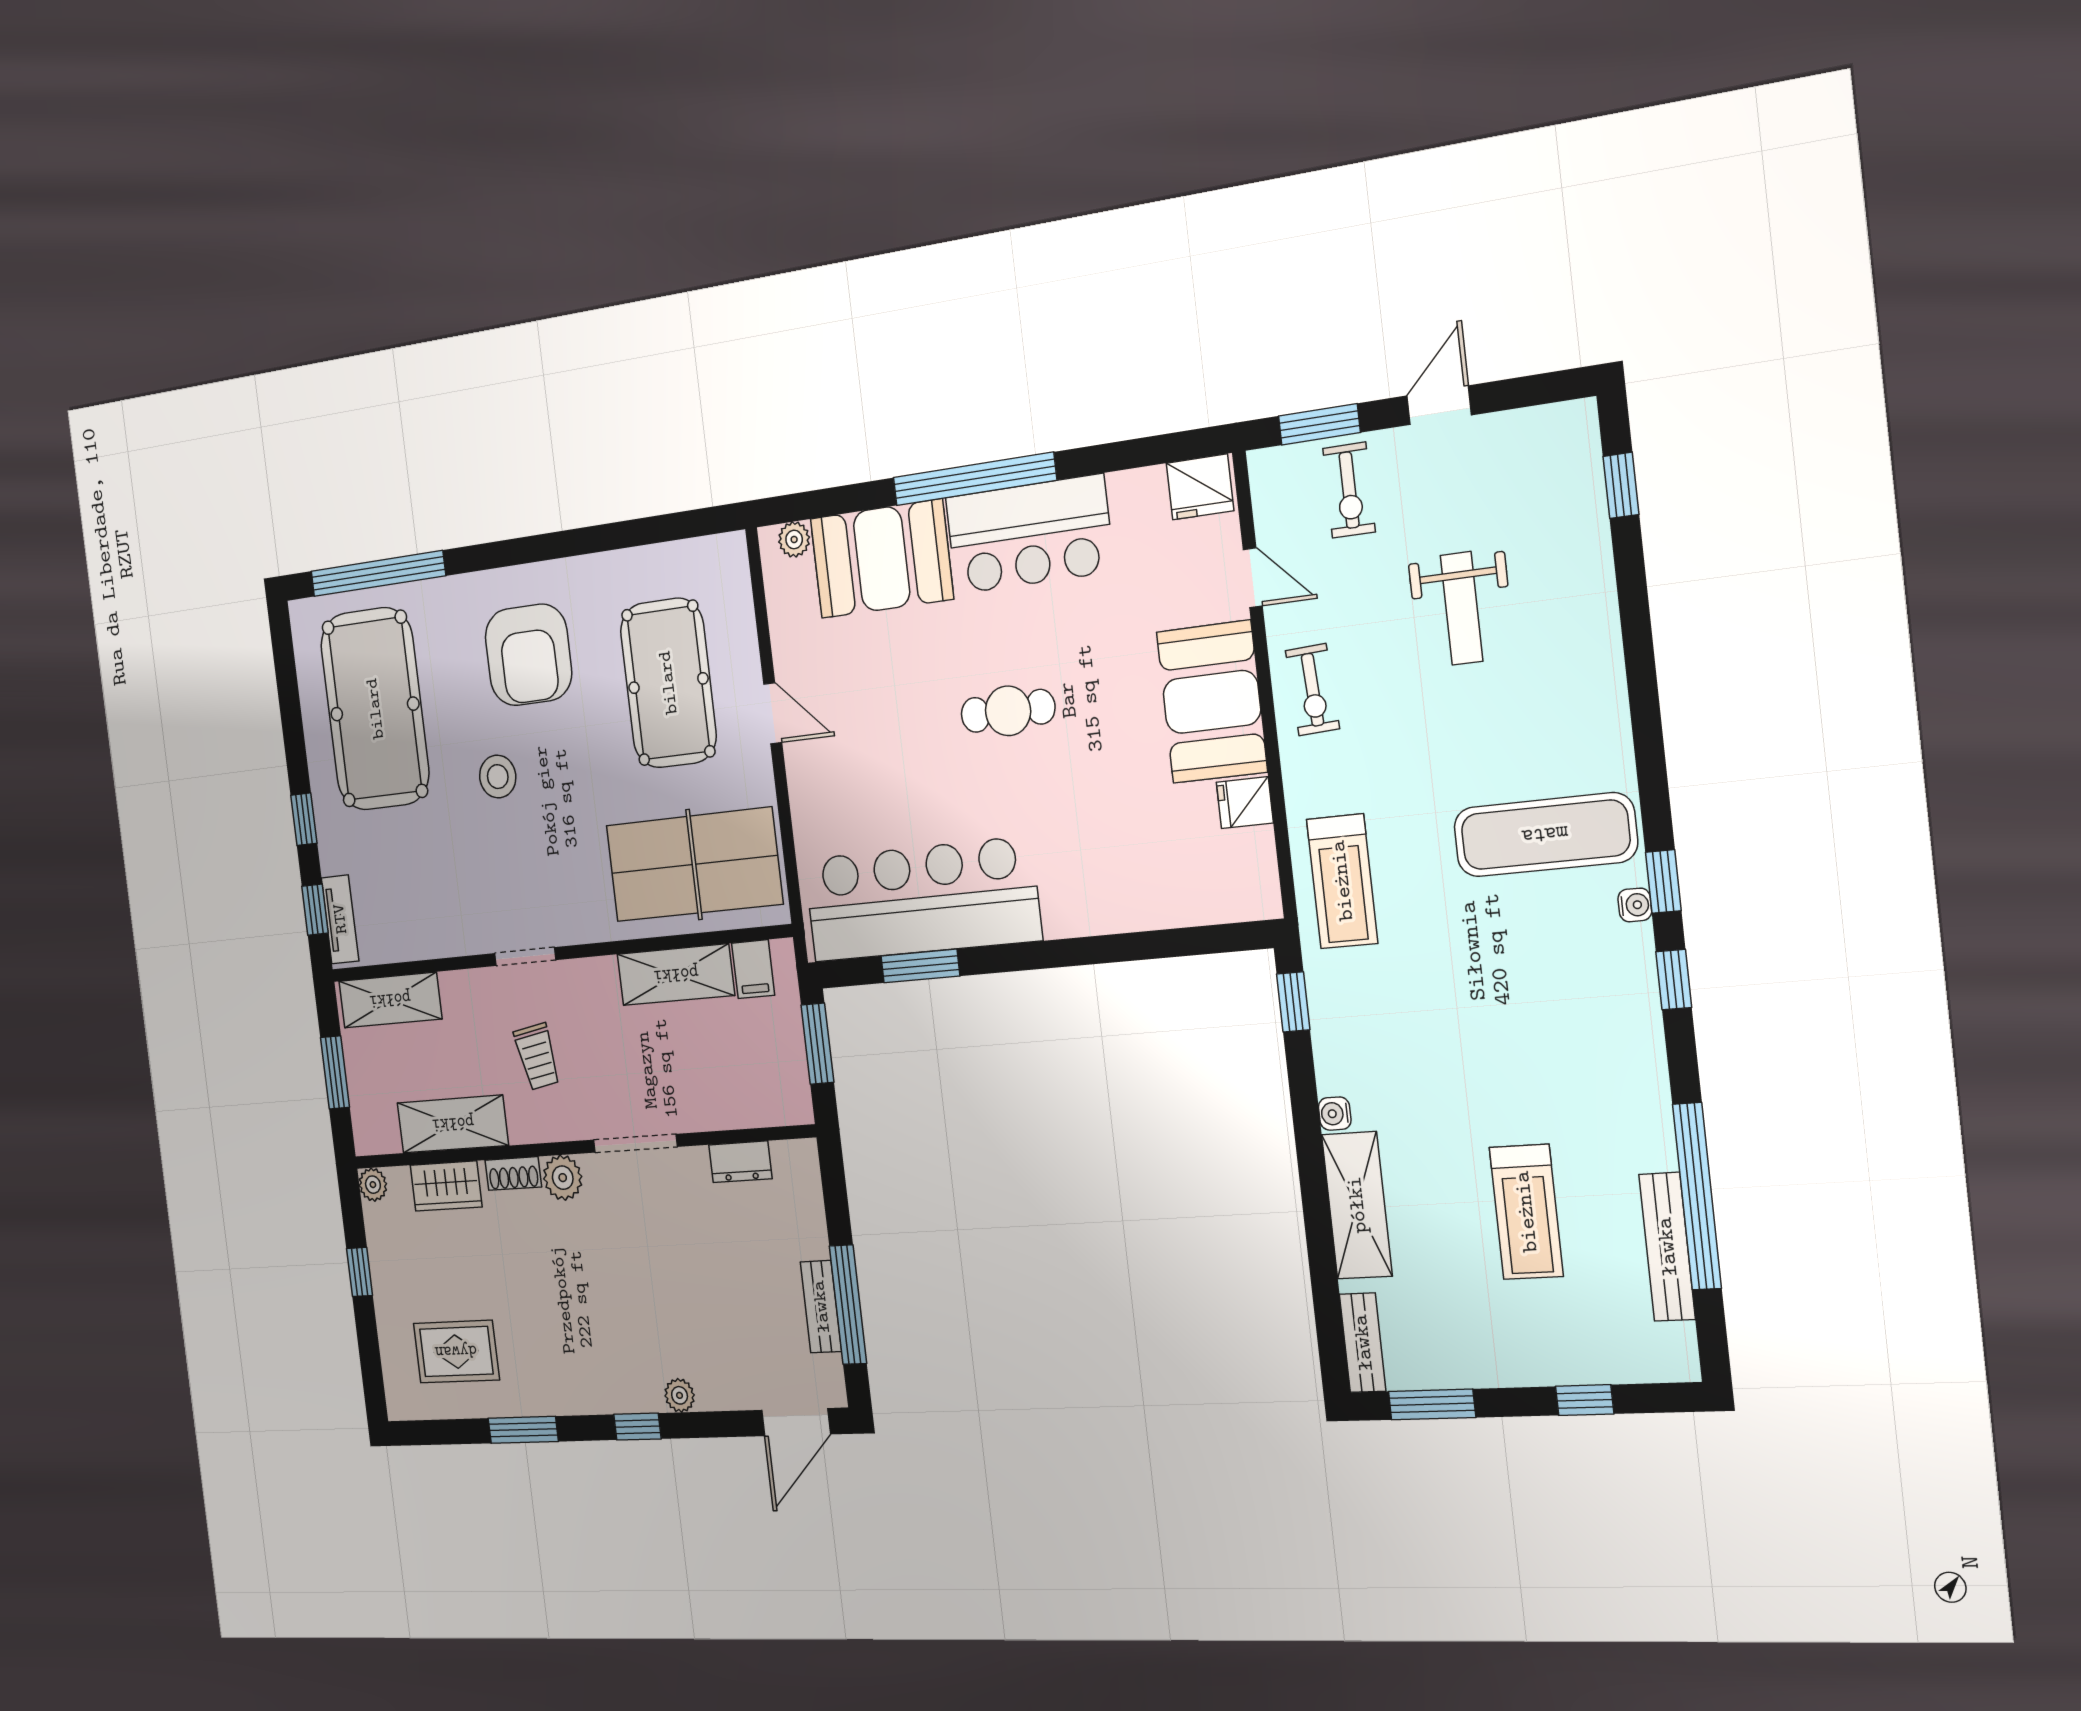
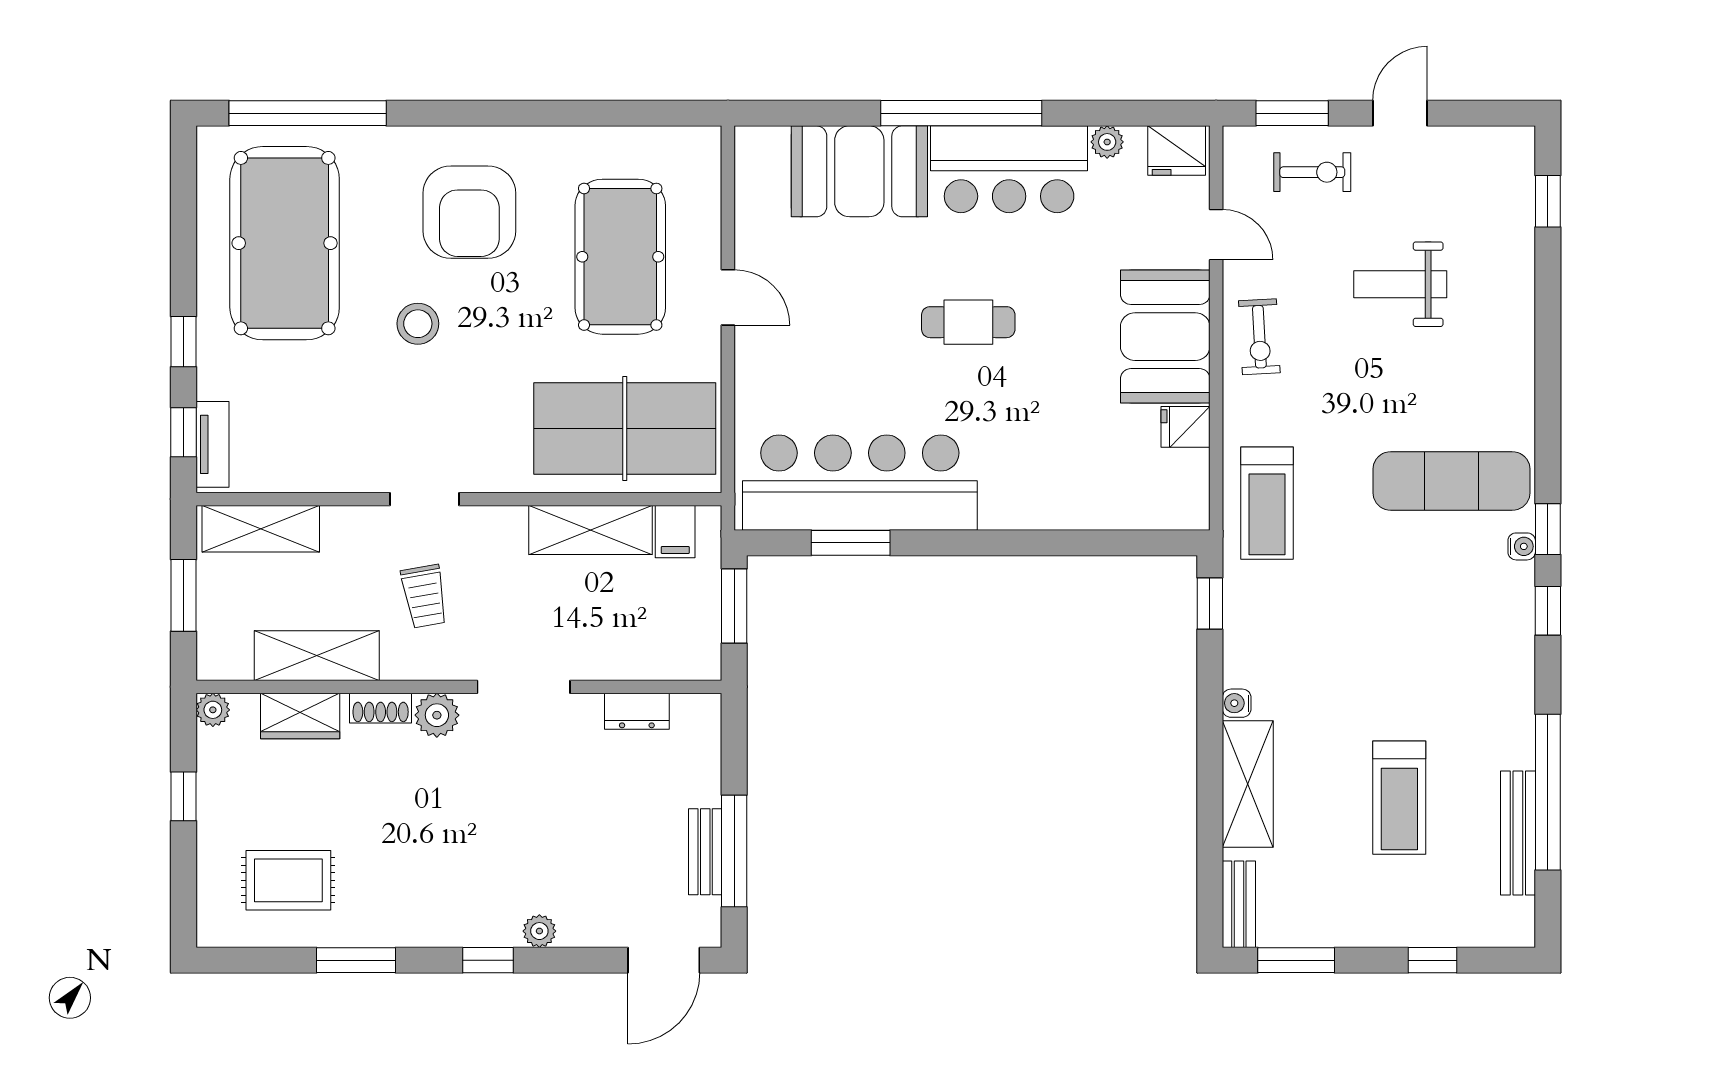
exercise bike: (1349, 490) -> (1312, 172), turned -90
plant: (794, 539) -> (1107, 142), moved
weight bench: (1462, 608) -> (1400, 284), turned 90

